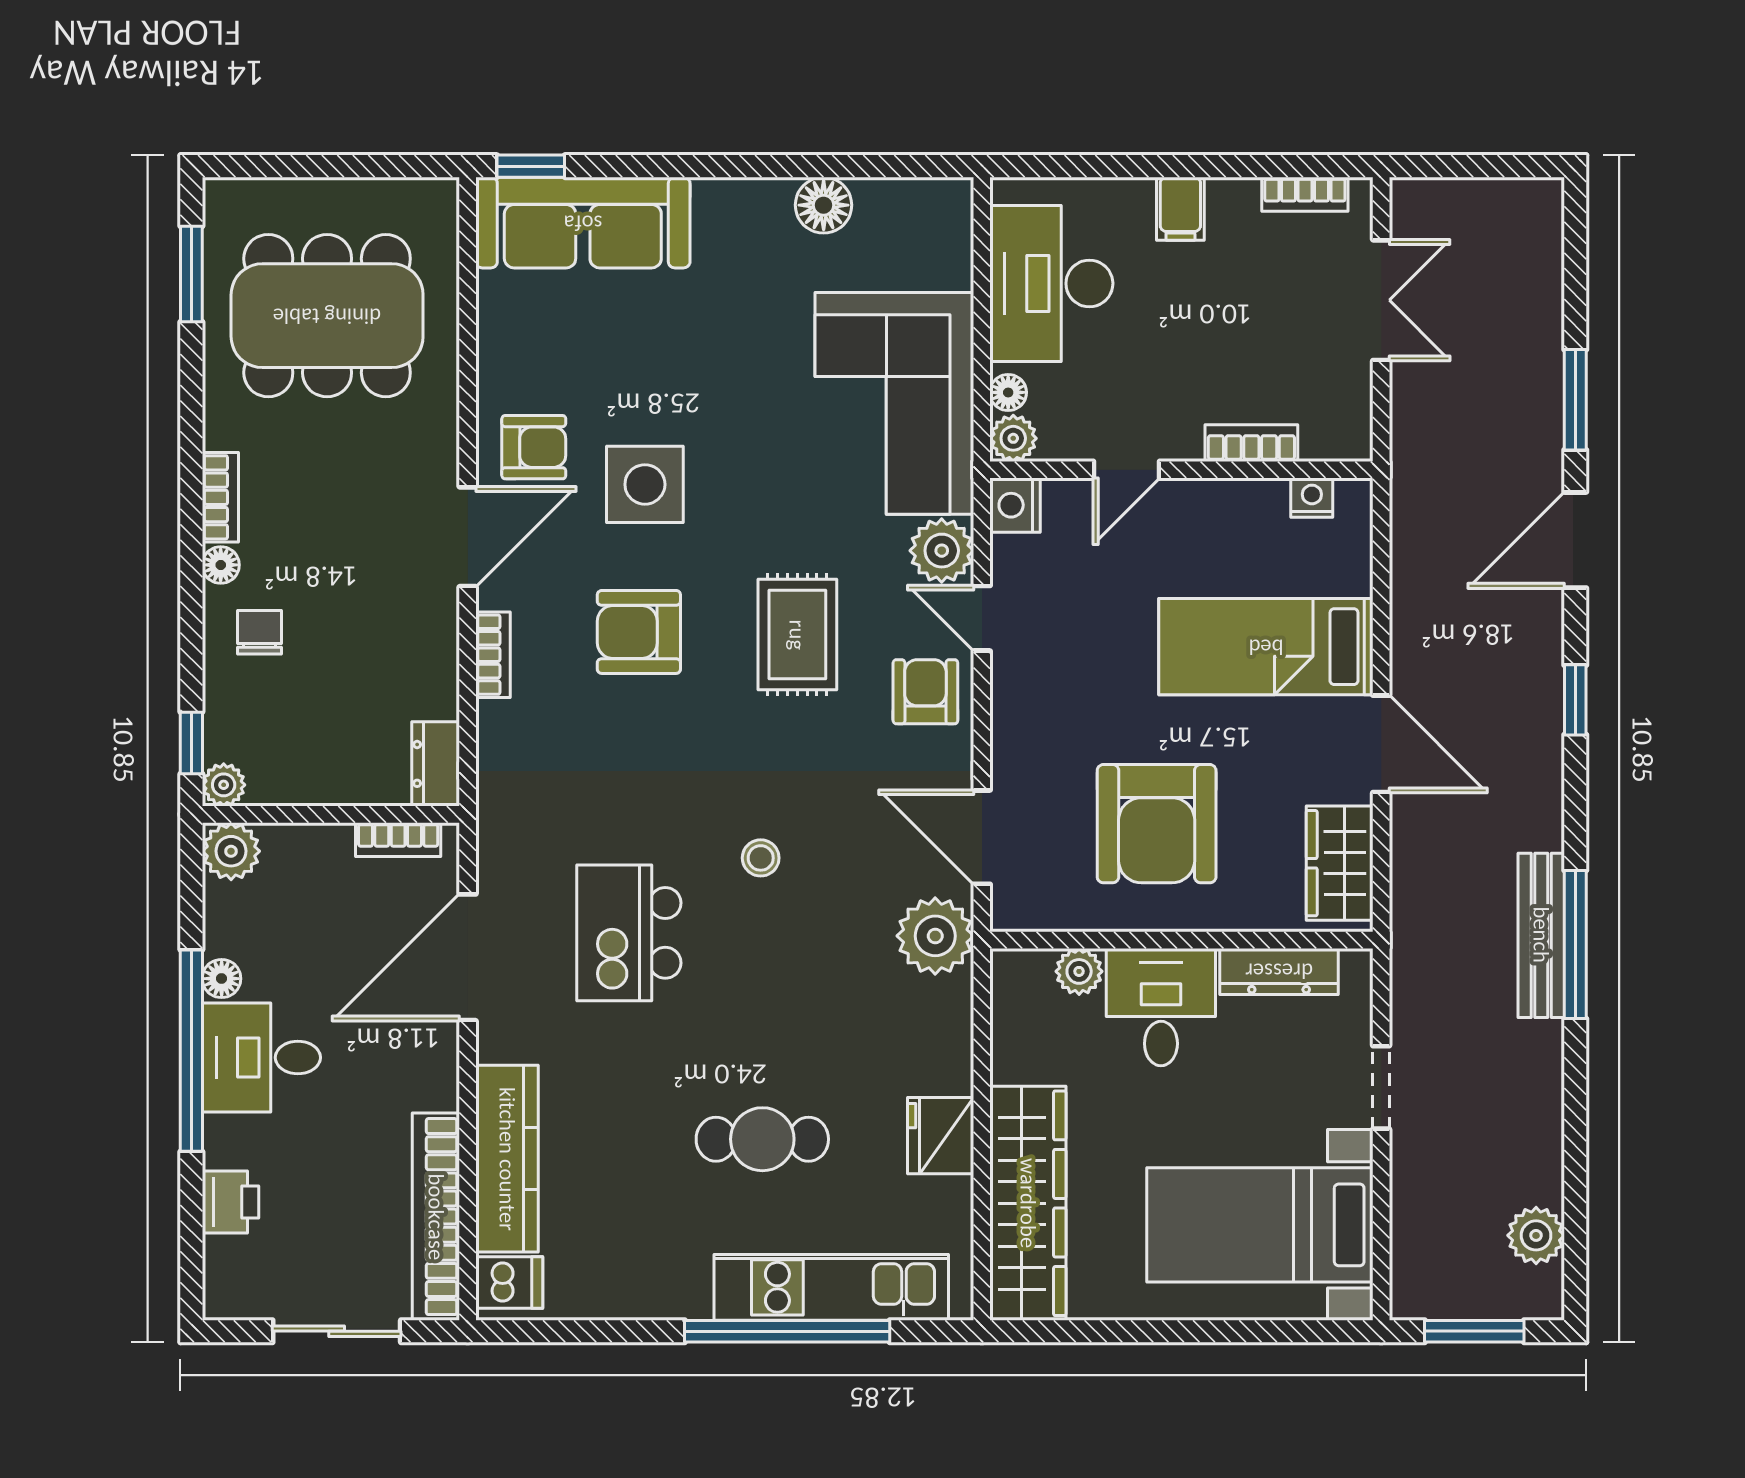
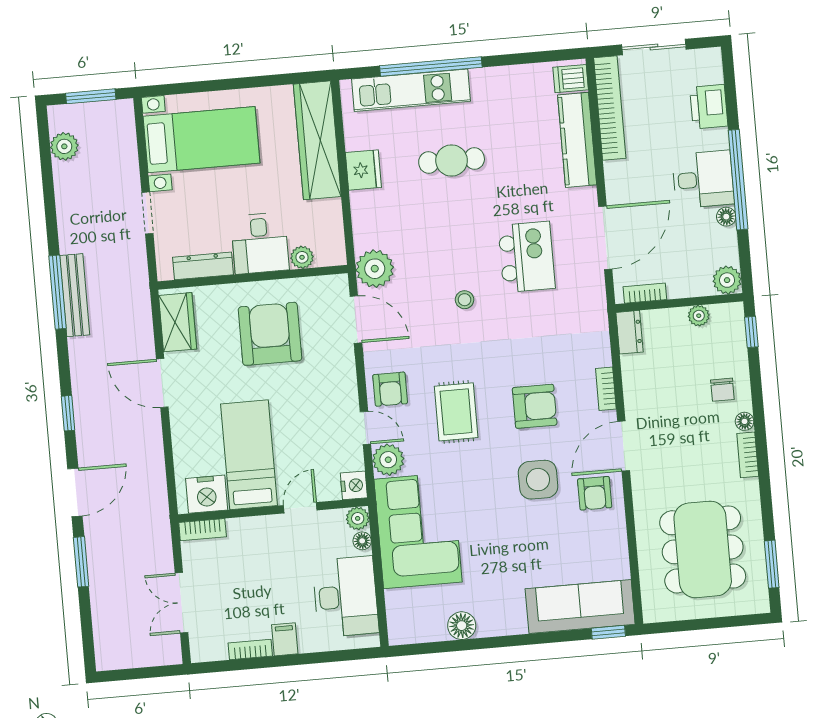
bookcase: (1305, 194) -> (250, 650), moved
dining table: (327, 316) -> (703, 549), turned 90
bookcase: (1251, 443) -> (203, 530), moved
armchair: (534, 447) -> (595, 493), turned -90
nightstand: (1312, 498) -> (207, 494), width x1.89, depth x1.79
bed: (1266, 647) -> (249, 455), moved, turned -90
plant: (224, 785) -> (699, 316), moved
printer: (231, 1202) -> (709, 107), width x1.36, depth x1.24

